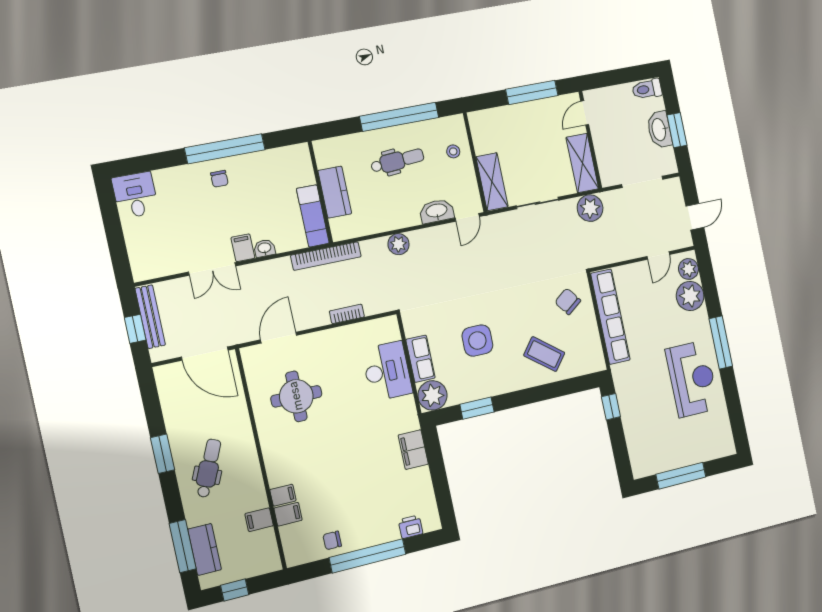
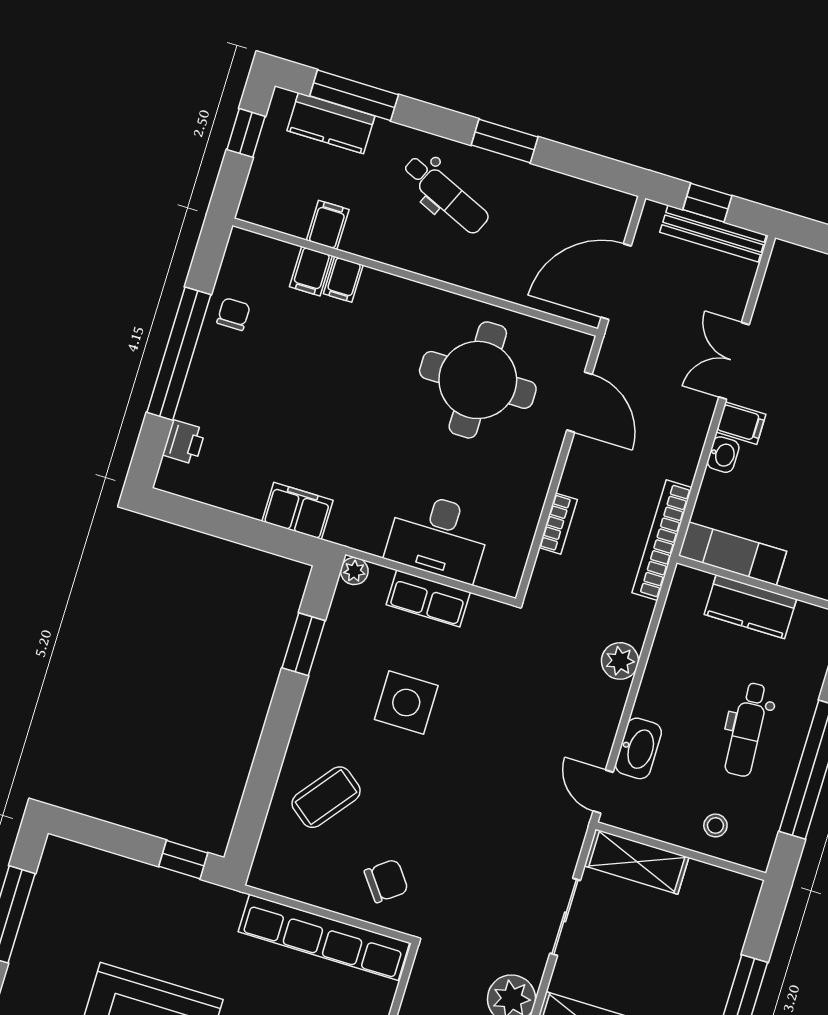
plant: (432, 395) -> (354, 571), width x0.53, depth x0.53
round table: (296, 396) -> (478, 380), width x1.36, depth x1.36

